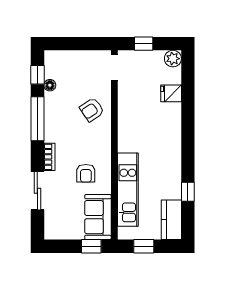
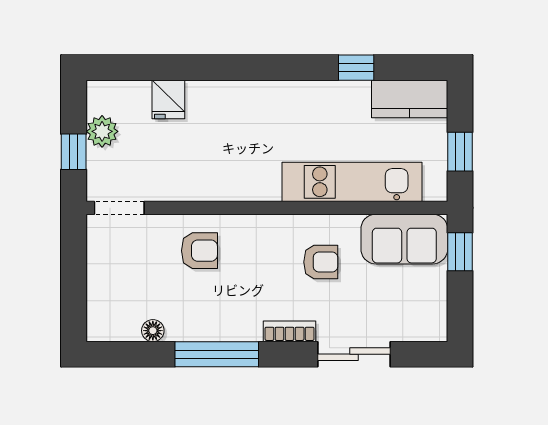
plant: (173, 59) -> (102, 131), moved
window: (37, 75) -> (133, 354), removed
armchair: (92, 110) -> (199, 251), turned -56

